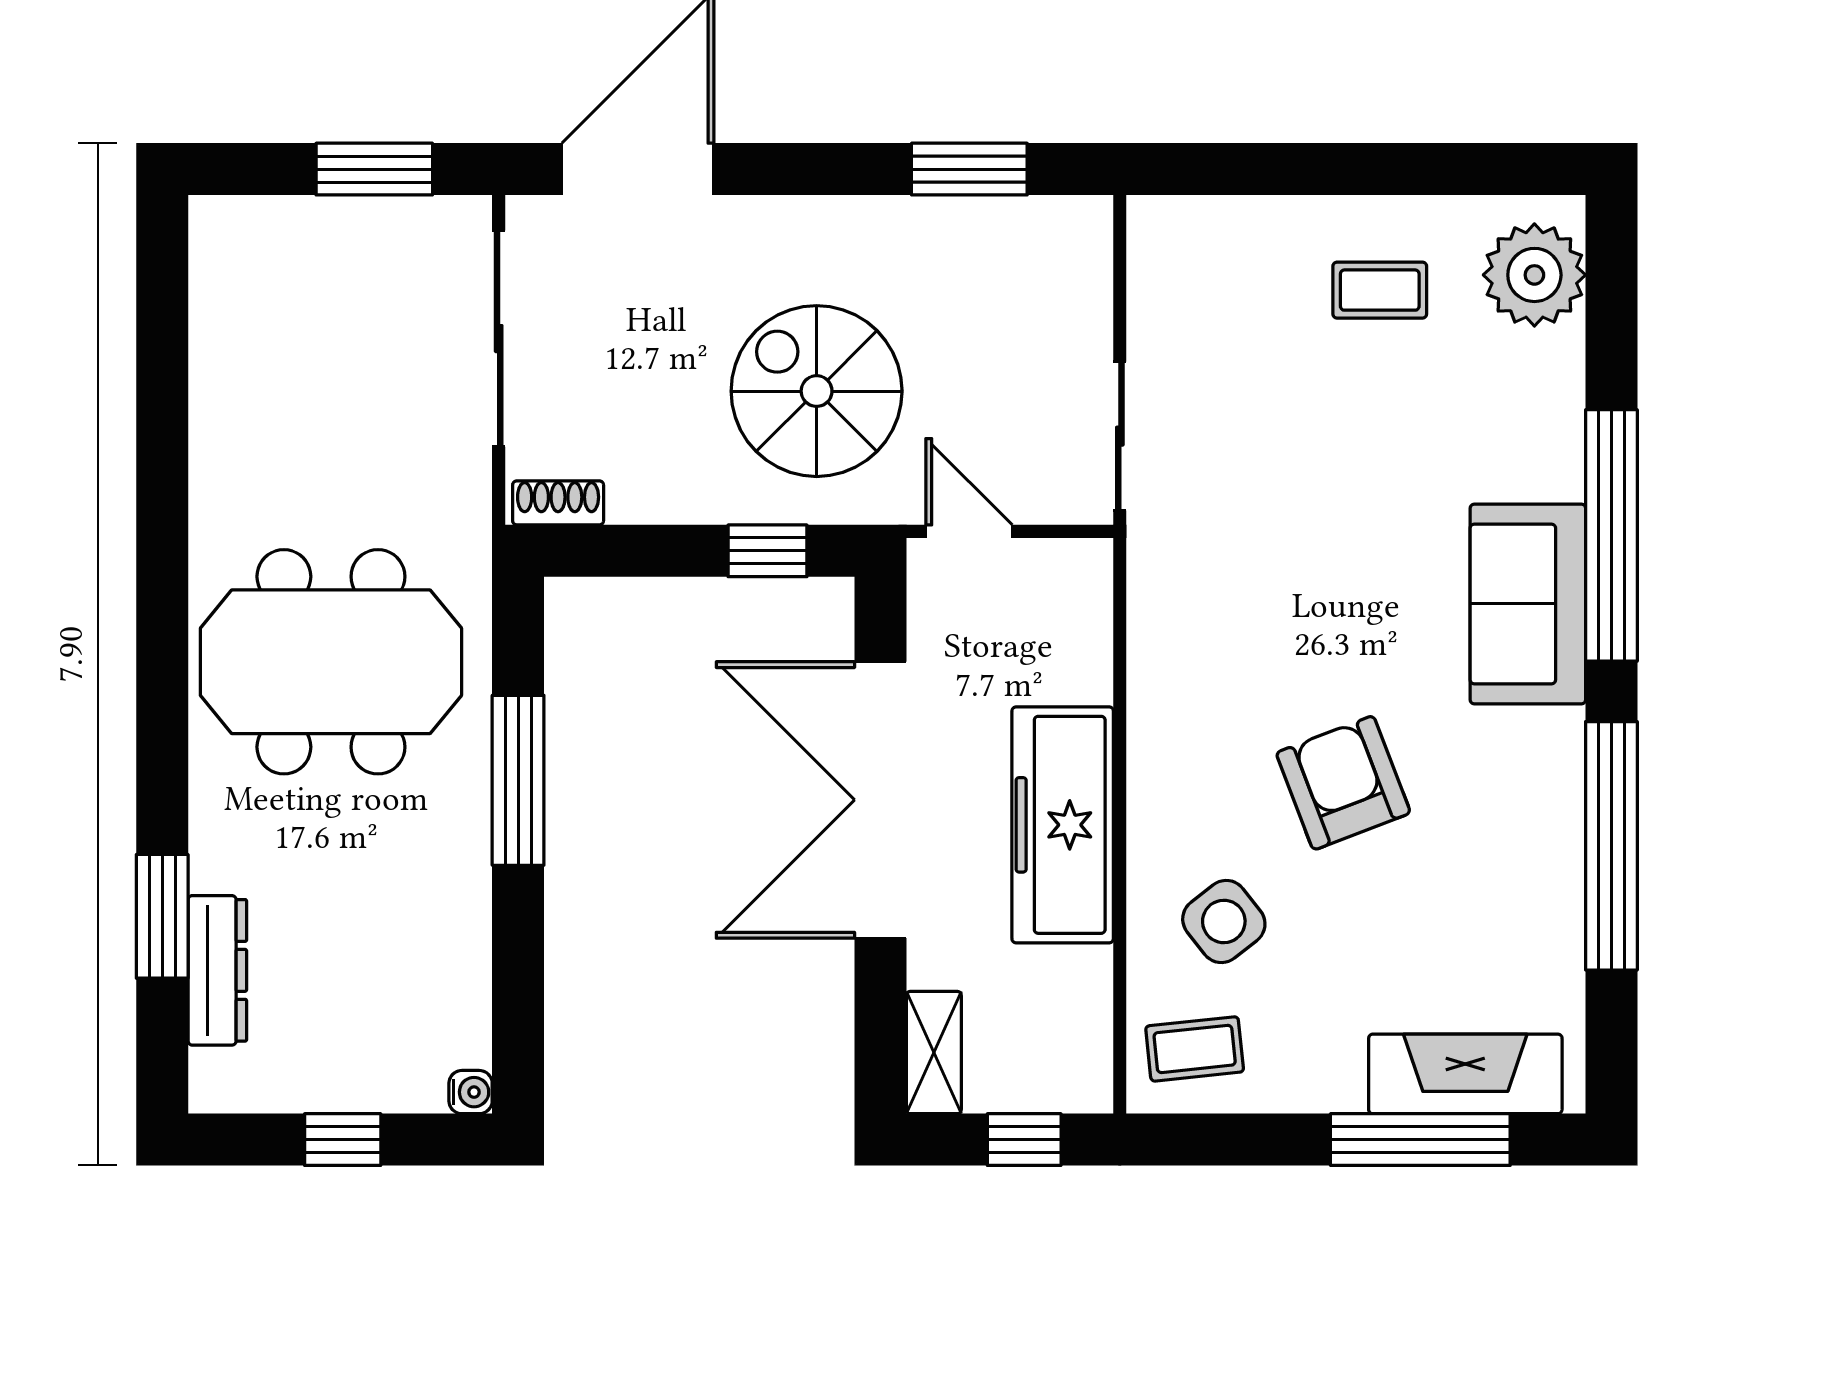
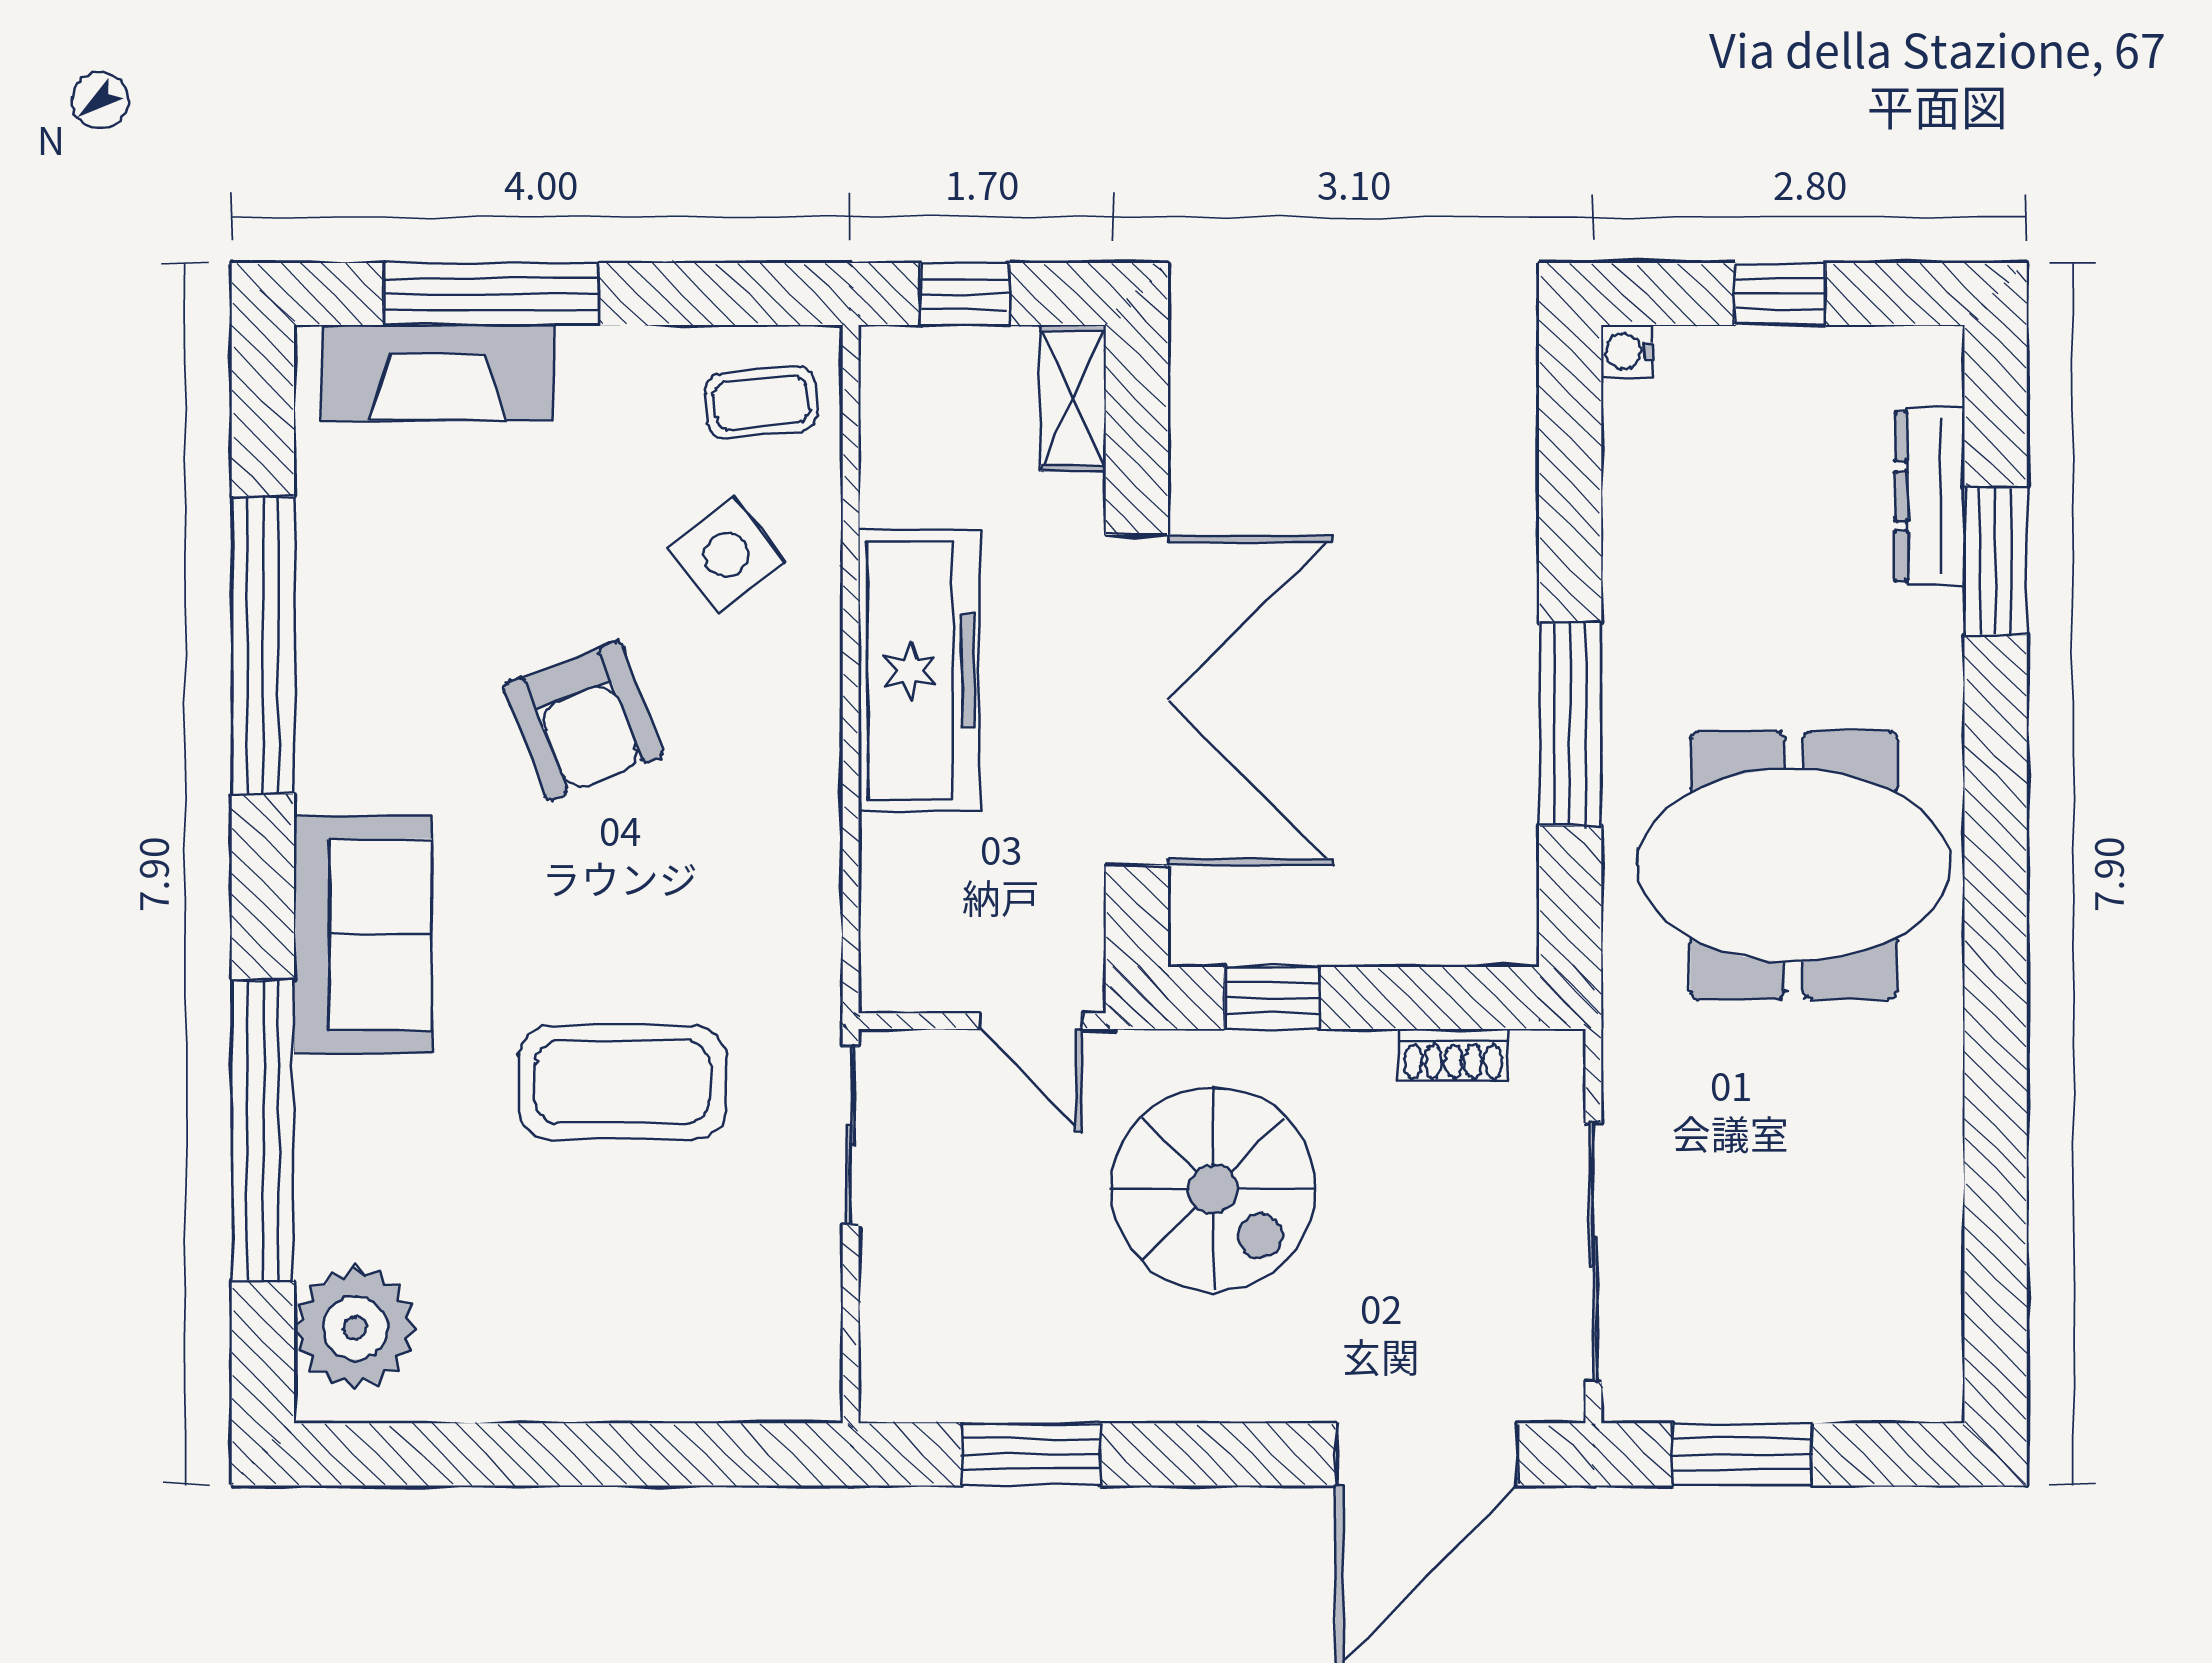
coffee table: (1380, 290) -> (623, 1082), moved, width x1.86, depth x1.72
shoe rack: (558, 503) -> (1453, 1055), moved
window: (1611, 535) -> (263, 1130), moved

